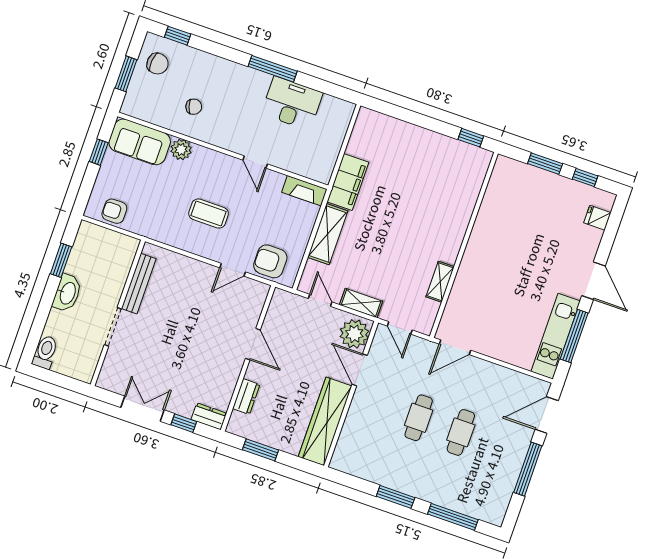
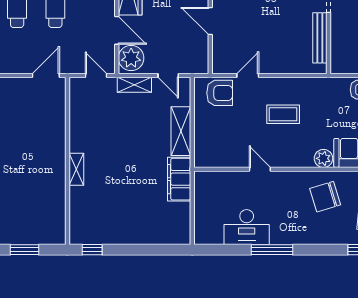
chair: (194, 107) -> (325, 197), width x1.87, depth x1.87
fireplace: (304, 191) -> (212, 160), removed
shelving: (440, 282) -> (76, 169), moved

